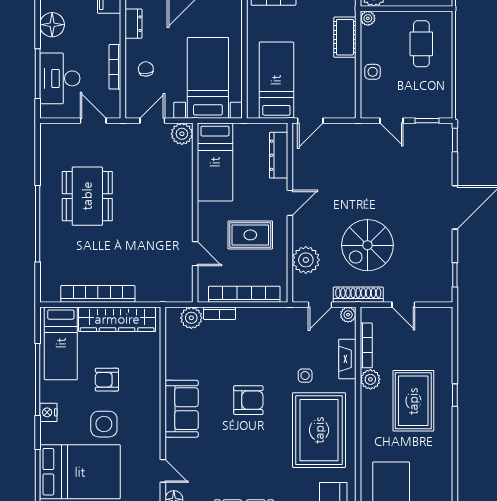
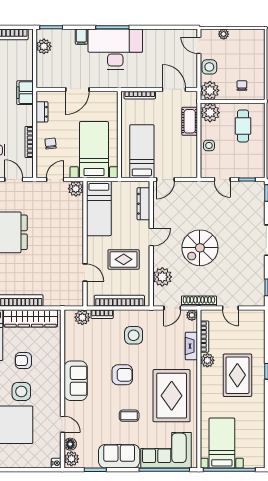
plant: (368, 18) -> (210, 113), width x1.87, depth x1.87
spiral stairs: (367, 245) -> (200, 248), moved
side table: (305, 376) -> (134, 335), moved, width x1.87, depth x1.87
coffee table: (258, 459) -> (129, 416), added

